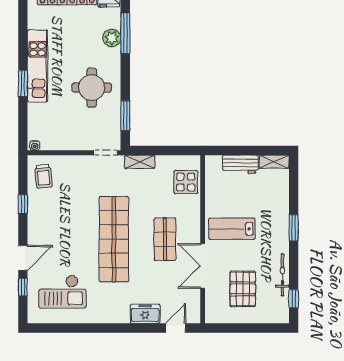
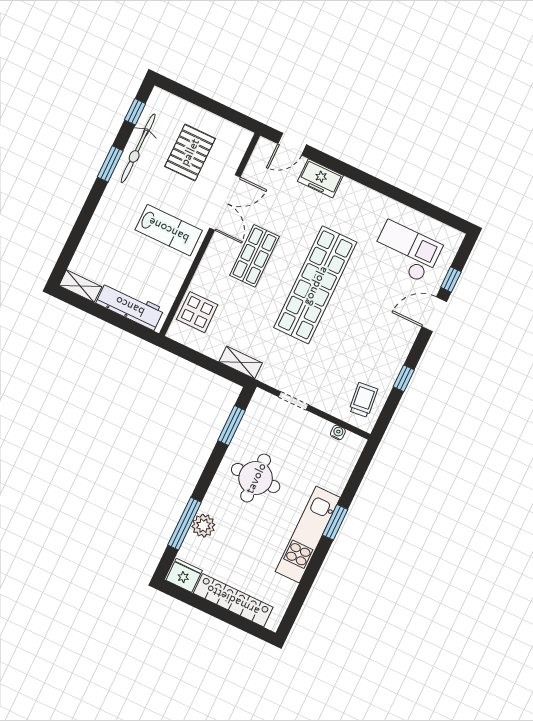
water cooler: (35, 146) -> (338, 433), moved
doorway: (106, 153) -> (293, 401), moved
workbench: (240, 164) -> (130, 306), width x1.38
window: (294, 228) -> (110, 164), moved
bicycle: (282, 275) -> (138, 148), width x1.37, depth x1.40

